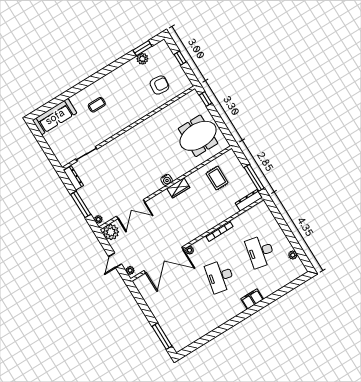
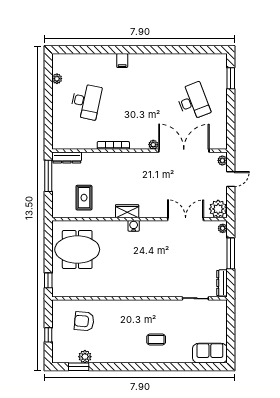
sofa: (55, 117) -> (210, 353), width x0.73
desk: (220, 276) -> (193, 101), moved, turned -33
filing cabinet: (252, 299) -> (122, 61), width x0.50
window: (162, 336) -> (231, 78), width x0.69

